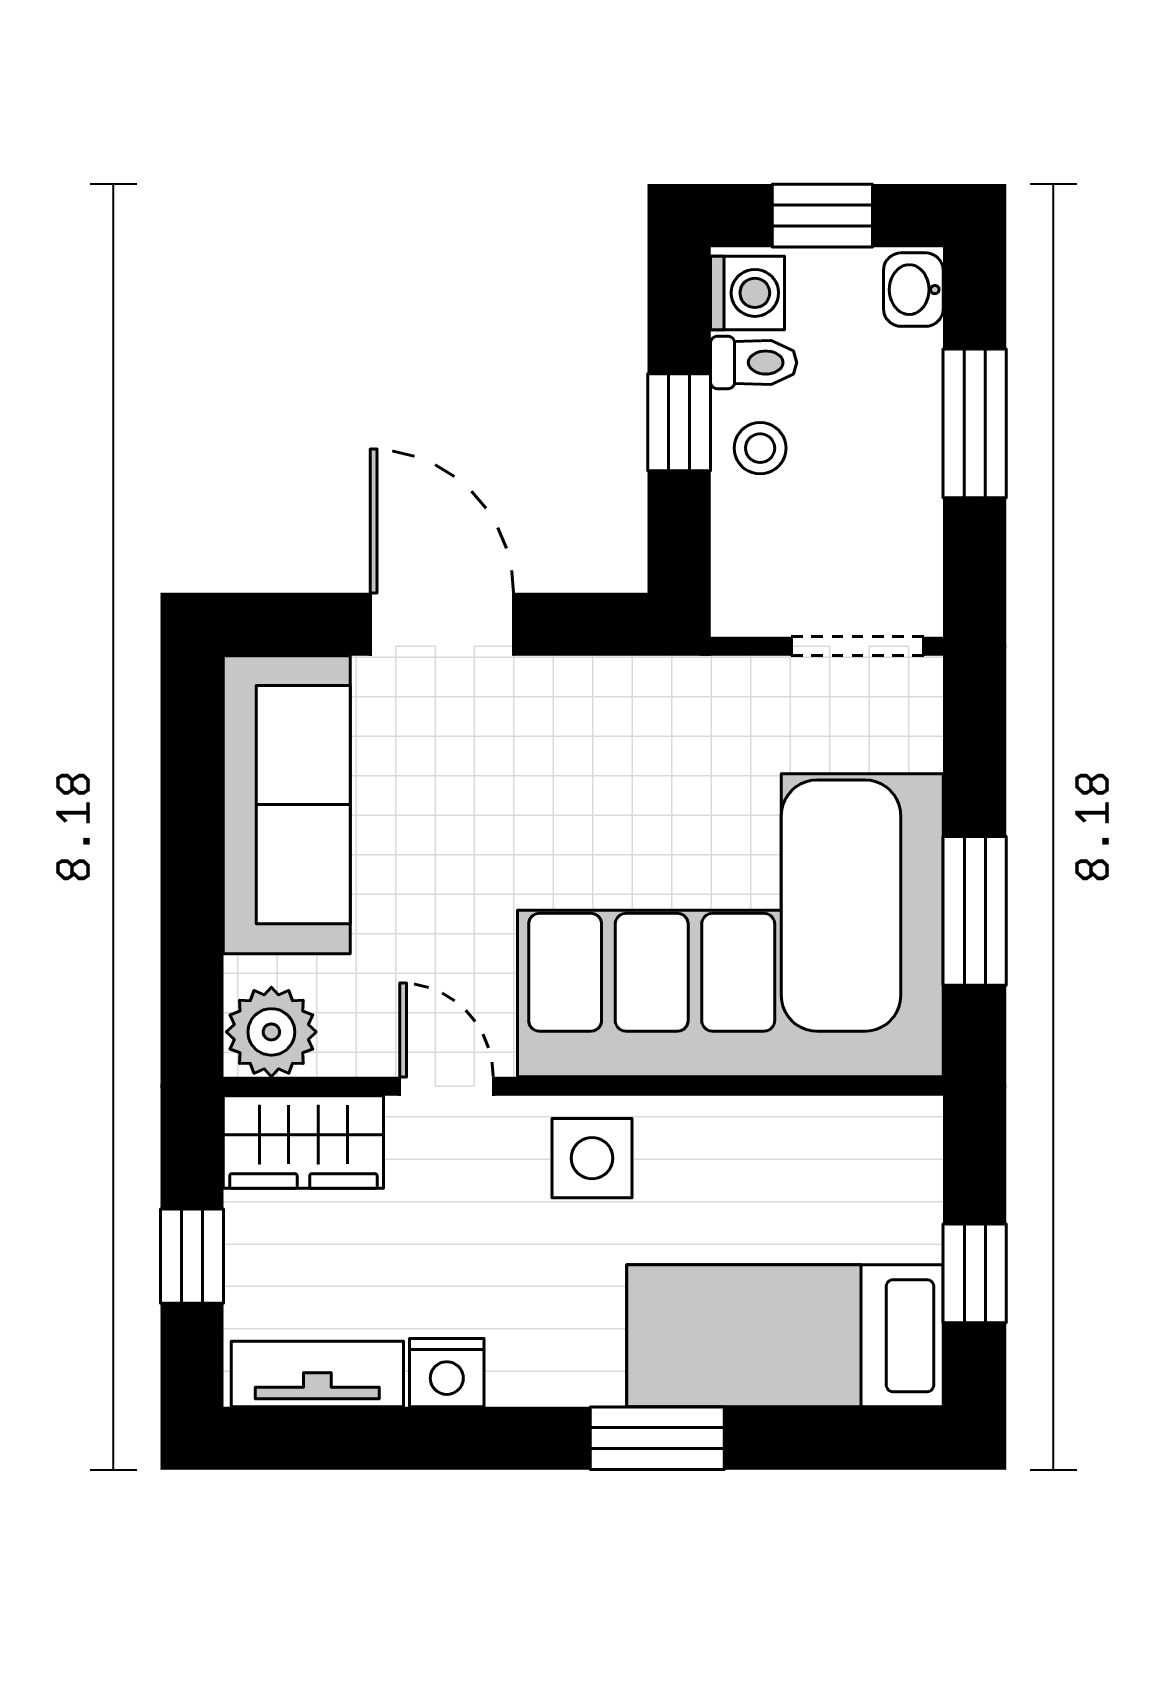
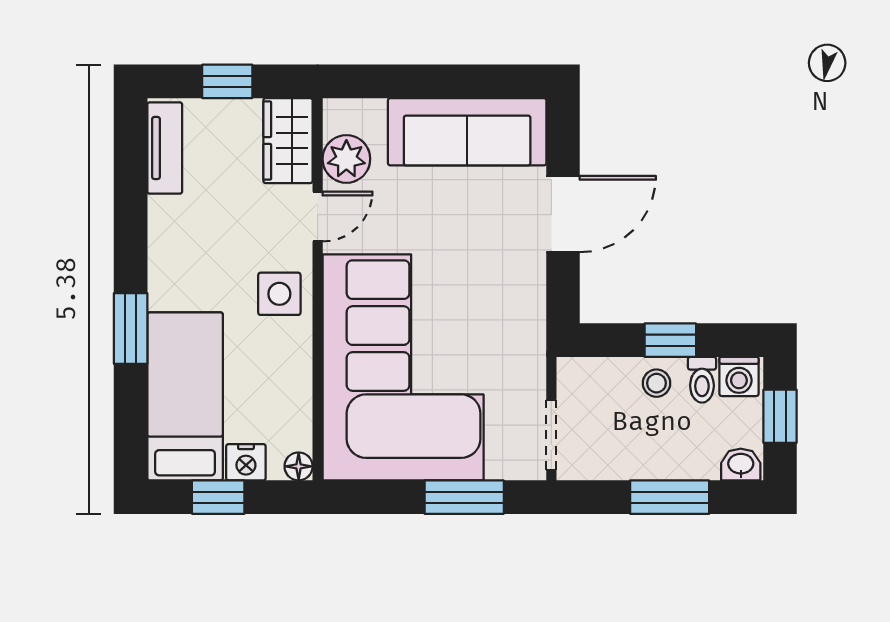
window: (975, 911) -> (464, 497), moved
plant: (271, 1032) -> (346, 159), moved
floor lamp: (917, 1122) -> (299, 466), added
nightstand: (447, 1373) -> (246, 462), moved, turned -90

